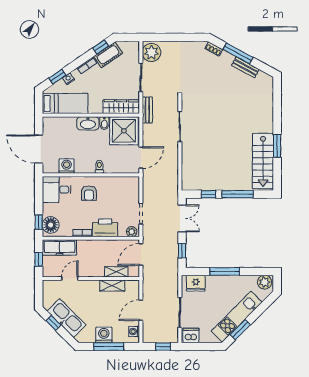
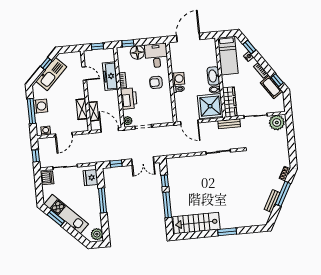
window: (277, 146) -> (227, 232), moved
washing machine: (67, 166) -> (178, 79), moved
floor lamp: (51, 225) -> (137, 52), moved
freezer: (60, 248) -> (110, 76), moved
door: (141, 310) -> (64, 135), swing flipped

